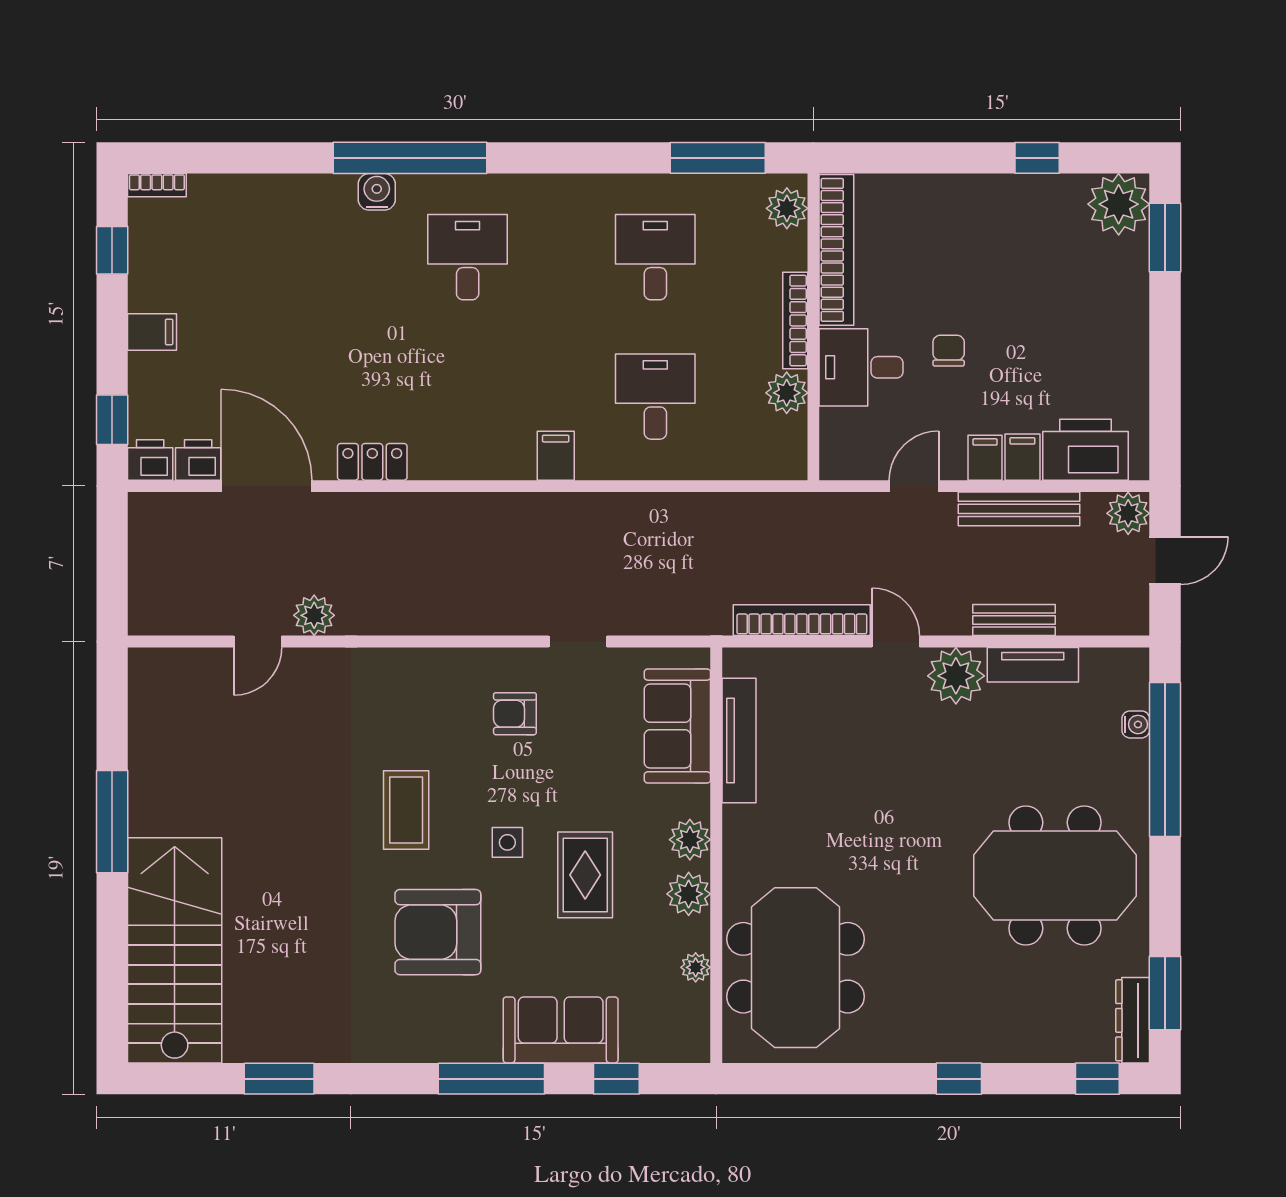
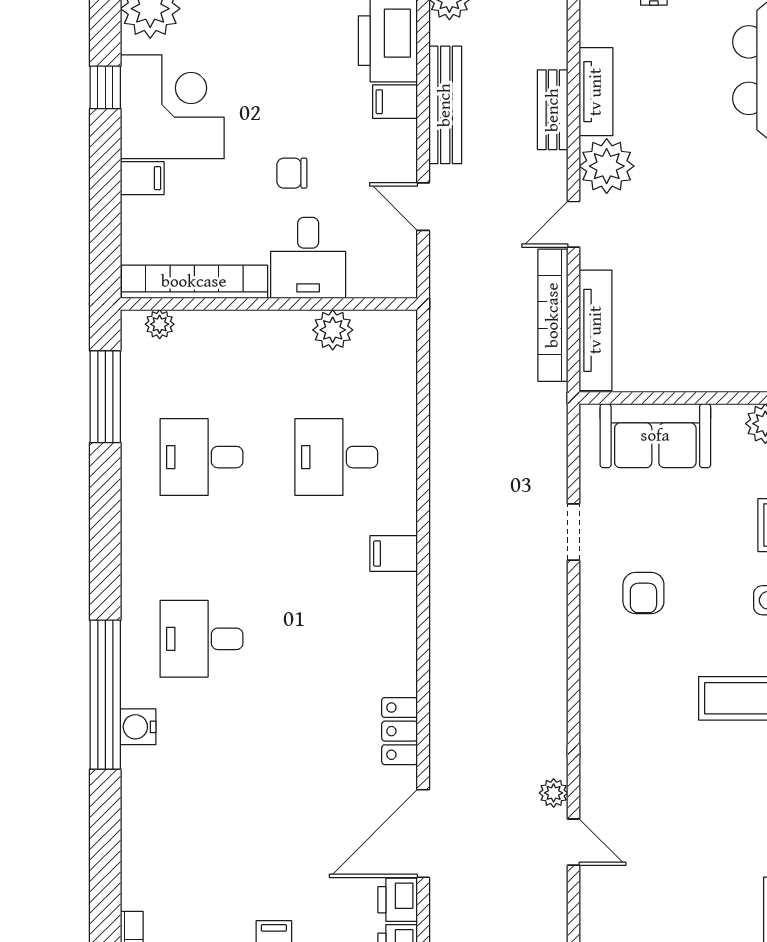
plant: (787, 208) -> (160, 324), width x0.73, depth x0.73
corner desk: (1017, 227) -> (172, 107), added
bookcase: (795, 320) -> (263, 322), removed
filing cabinet: (985, 458) -> (142, 178), moved, turned 180
plant: (314, 615) -> (554, 793), width x0.73, depth x0.73
tv unit: (739, 740) -> (596, 330), moved, turned 90

